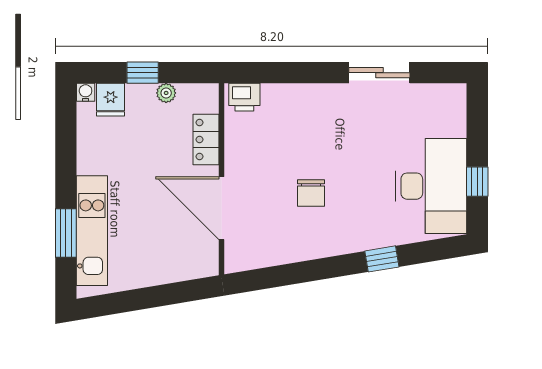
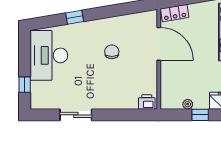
locker: (206, 140) -> (175, 13), moved, turned 81
window: (477, 182) -> (25, 85), moved

